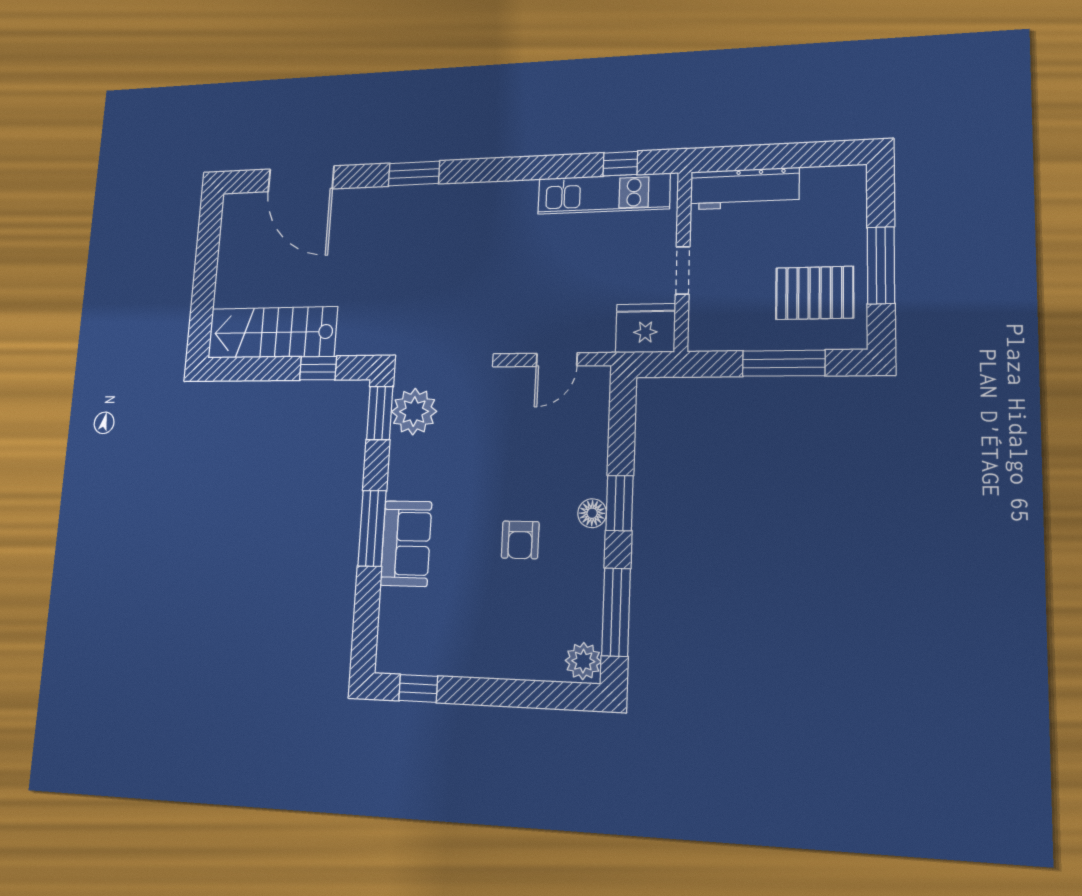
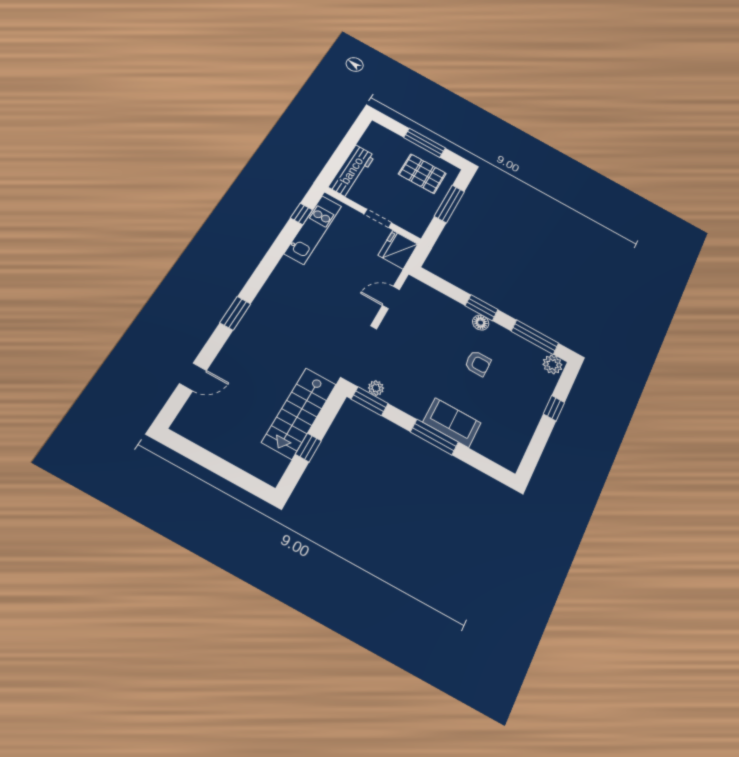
door: (301, 179) -> (193, 377), width x0.53
pallet: (815, 293) -> (422, 174), turned 90
stairs: (272, 332) -> (299, 413), moved
door: (557, 360) -> (391, 297), swing flipped
window: (318, 368) -> (308, 448), moved
plant: (414, 412) -> (376, 388), width x0.53, depth x0.53
window: (418, 688) -> (554, 408), moved

